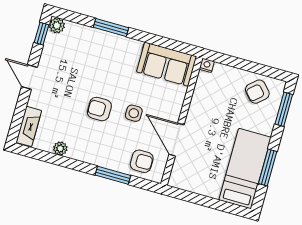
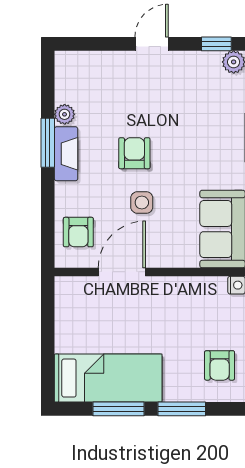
armchair: (257, 92) -> (220, 365), turned -138
window: (284, 109) -> (182, 409), moved
fireplace: (29, 126) -> (66, 154), moved, turned -90
window: (113, 175) -> (48, 143), moved

